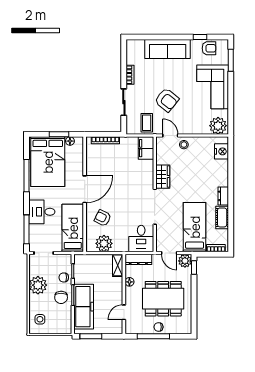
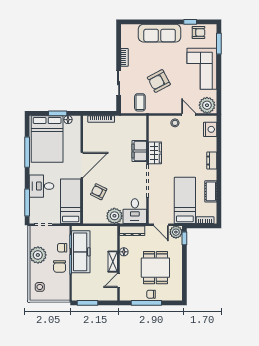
armchair: (167, 100) -> (159, 81), turned 113
door: (170, 136) -> (189, 114), moved
filing cabinet: (146, 148) -> (139, 151), moved
dresser: (223, 196) -> (212, 161), moved
plant: (104, 243) -> (114, 216), moved
shelving: (118, 265) -> (113, 262), moved
dining table: (163, 299) -> (155, 268), width x0.73
freezer: (84, 307) -> (81, 252), moved

